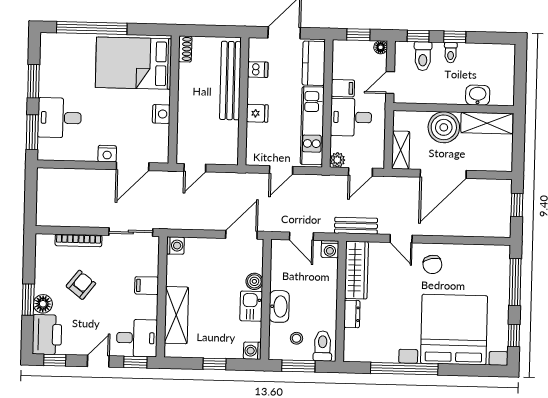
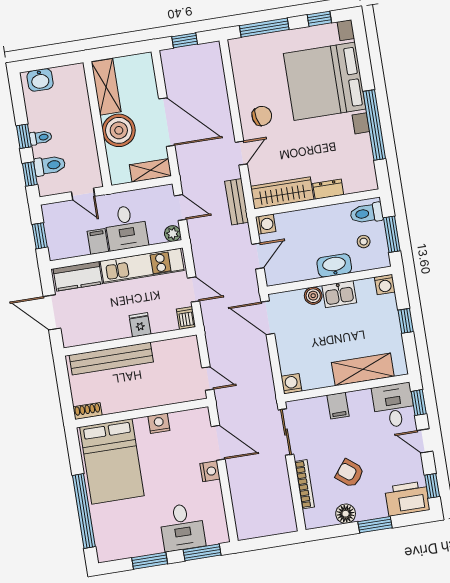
floor lamp: (381, 47) -> (49, 211), removed
dishwasher: (258, 70) -> (186, 318), moved
washbasin: (478, 95) -> (40, 80), moved, turned -90
floor lamp: (43, 304) -> (346, 514), moved

